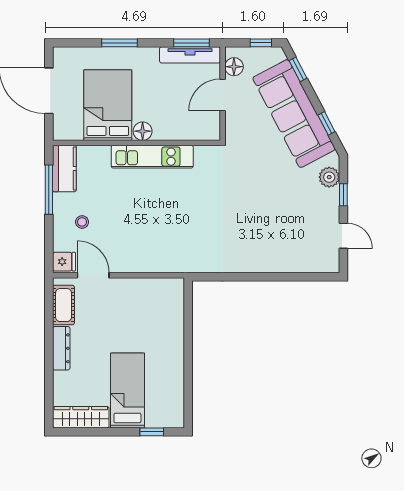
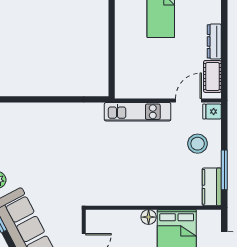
kitchen unit: (152, 157) -> (138, 112), moved, turned 180
stool: (82, 222) -> (198, 144), width x1.89, depth x1.89
door: (93, 275) -> (188, 101), swing flipped

